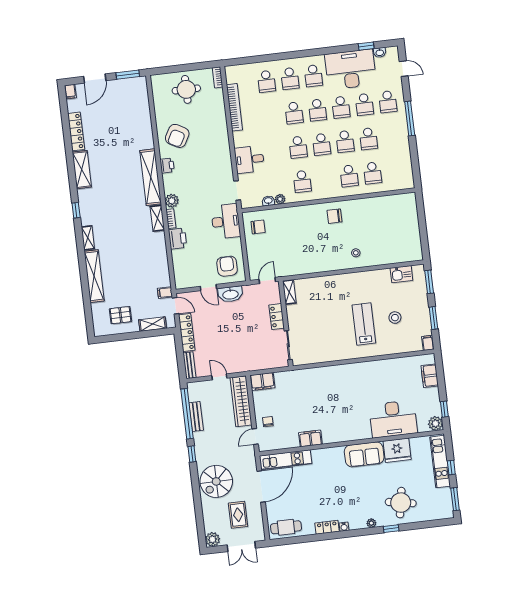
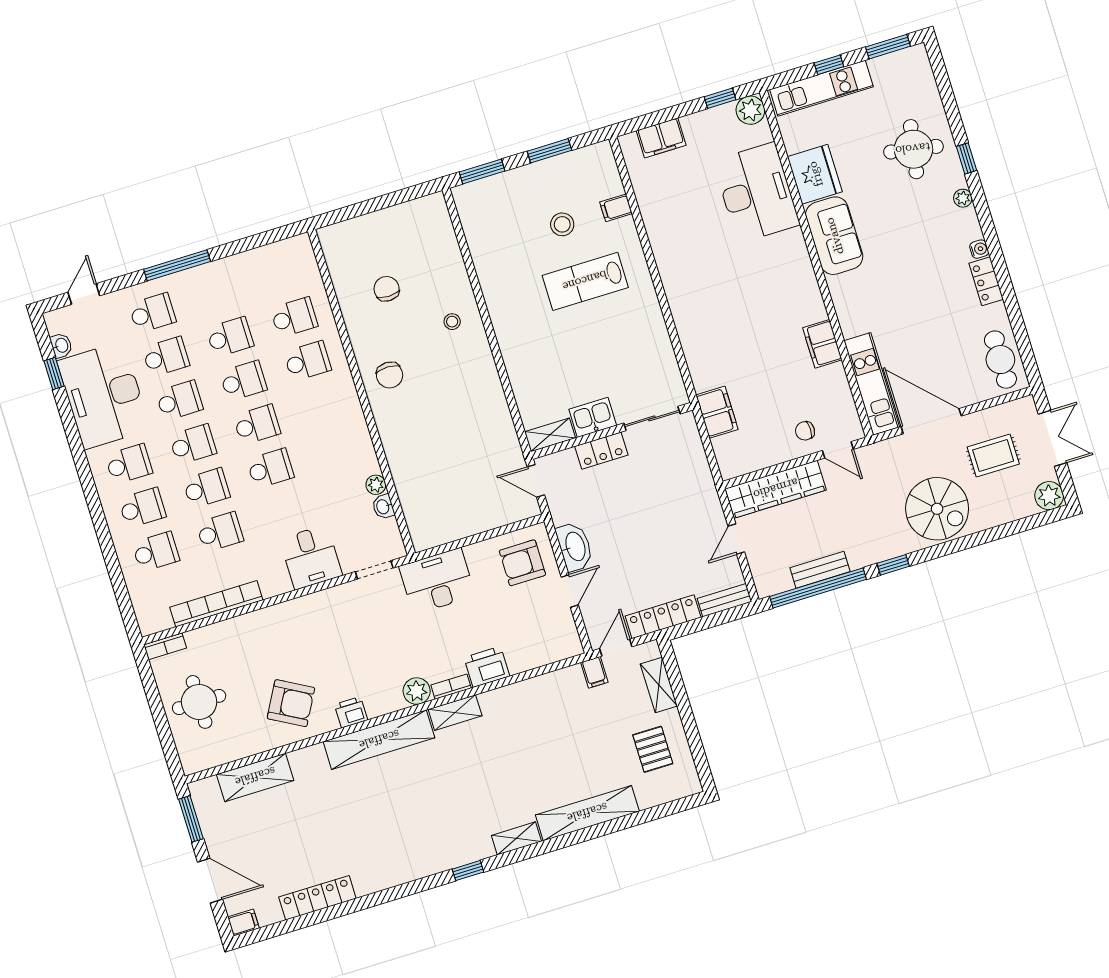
shelving: (82, 170) -> (255, 777), moved
school desk: (302, 181) -> (220, 532), moved
chair: (258, 227) -> (387, 289), moved
kitchen sink: (401, 274) -> (593, 417), moved, turned -90
filing cabinet: (428, 343) -> (616, 208), moved
filing cabinet: (262, 381) -> (717, 412), moved

